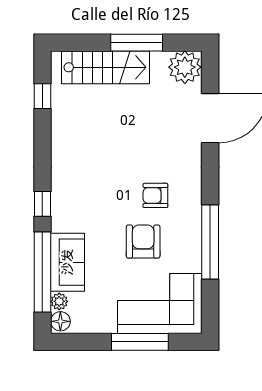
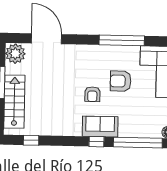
armchair: (155, 195) -> (92, 94), moved
sofa: (67, 262) -> (100, 127), moved
plant: (59, 301) -> (156, 133), removed

